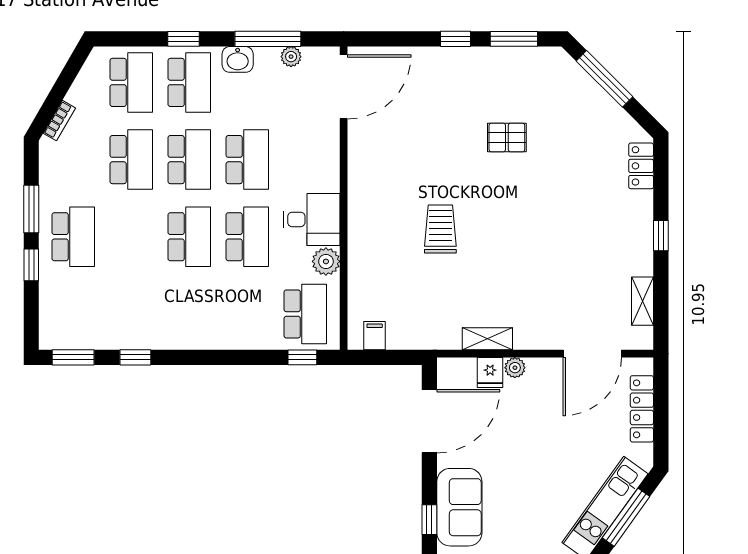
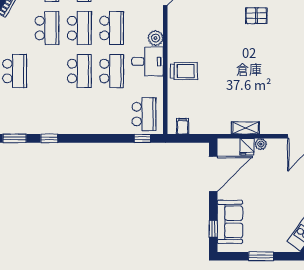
trolley: (440, 229) -> (184, 71), moved, turned 90
plant: (326, 261) -> (156, 38), moved

